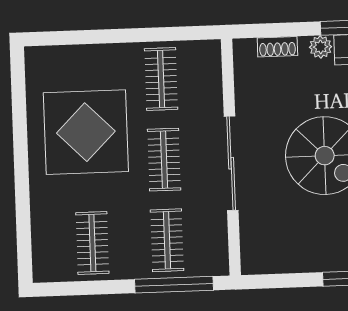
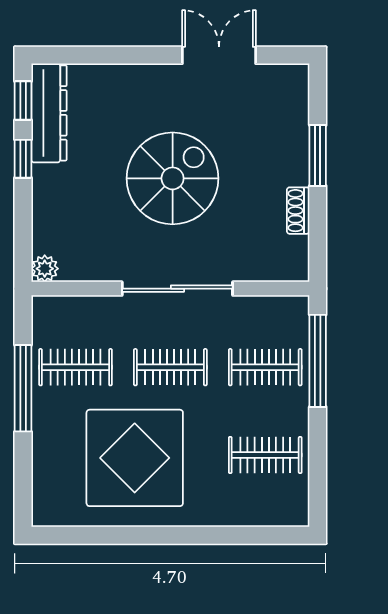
window: (142, 35) -> (23, 388), added
shoe rack: (277, 47) -> (298, 211), moved, turned 180
plant: (321, 47) -> (45, 269), moved

